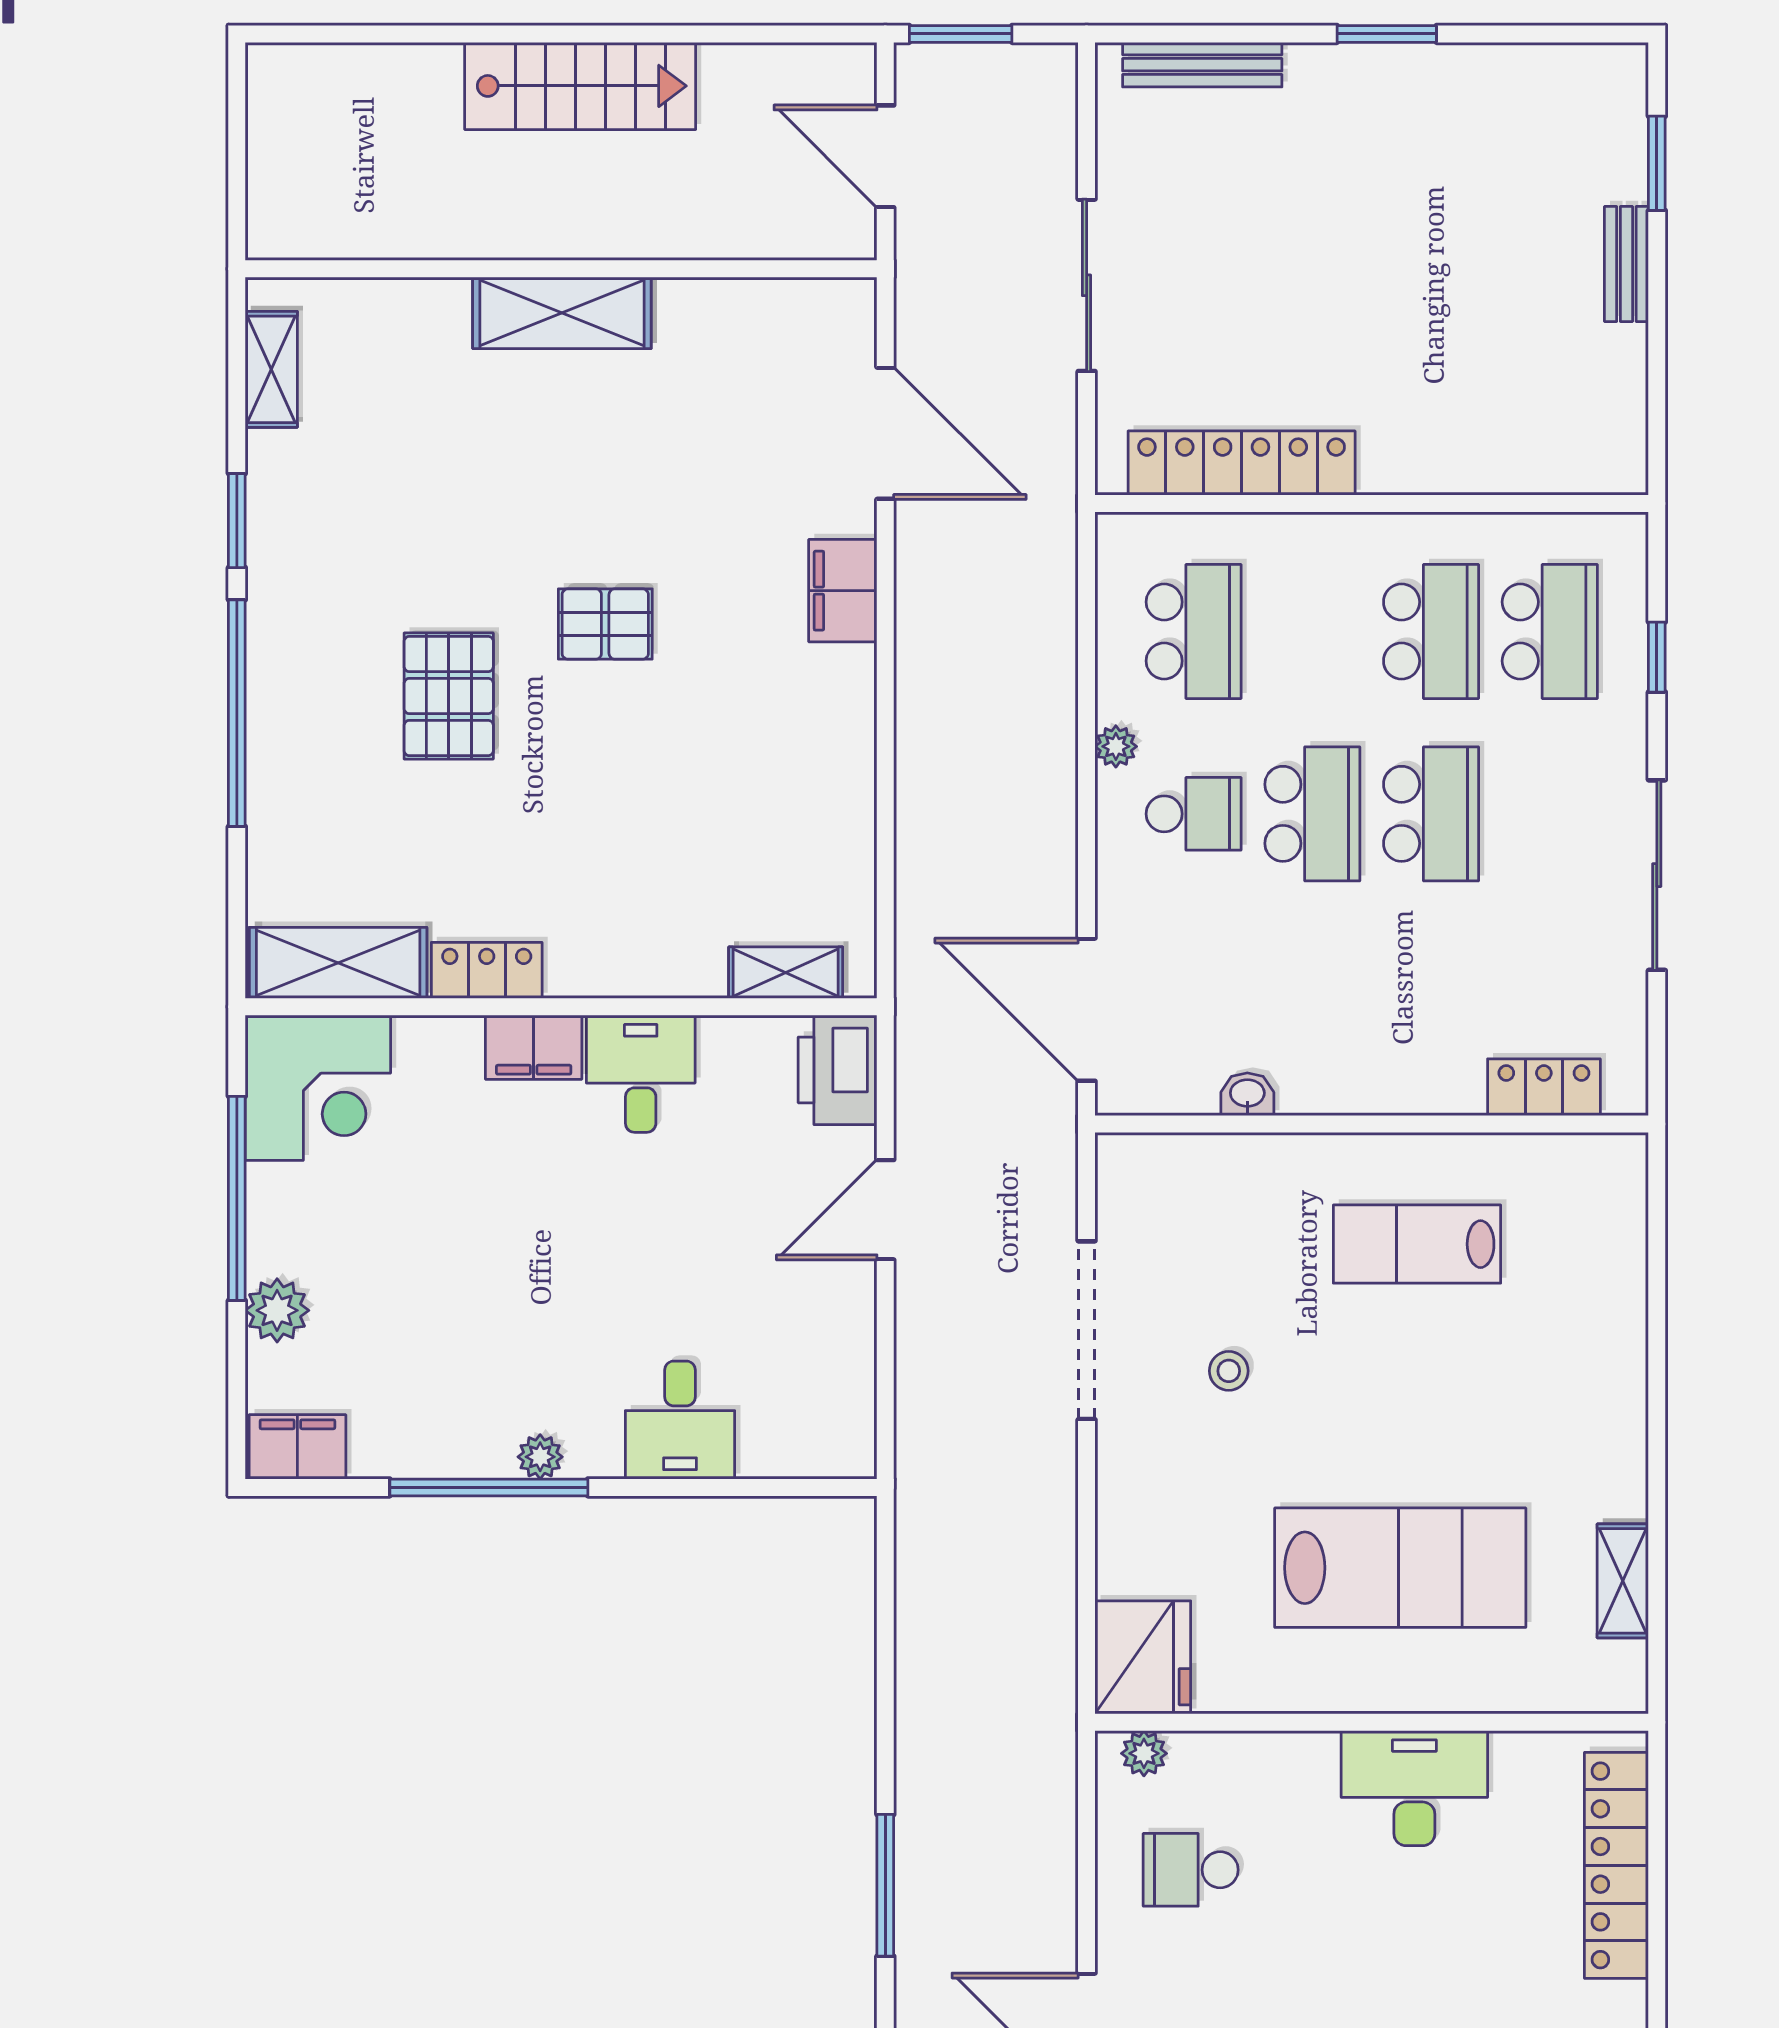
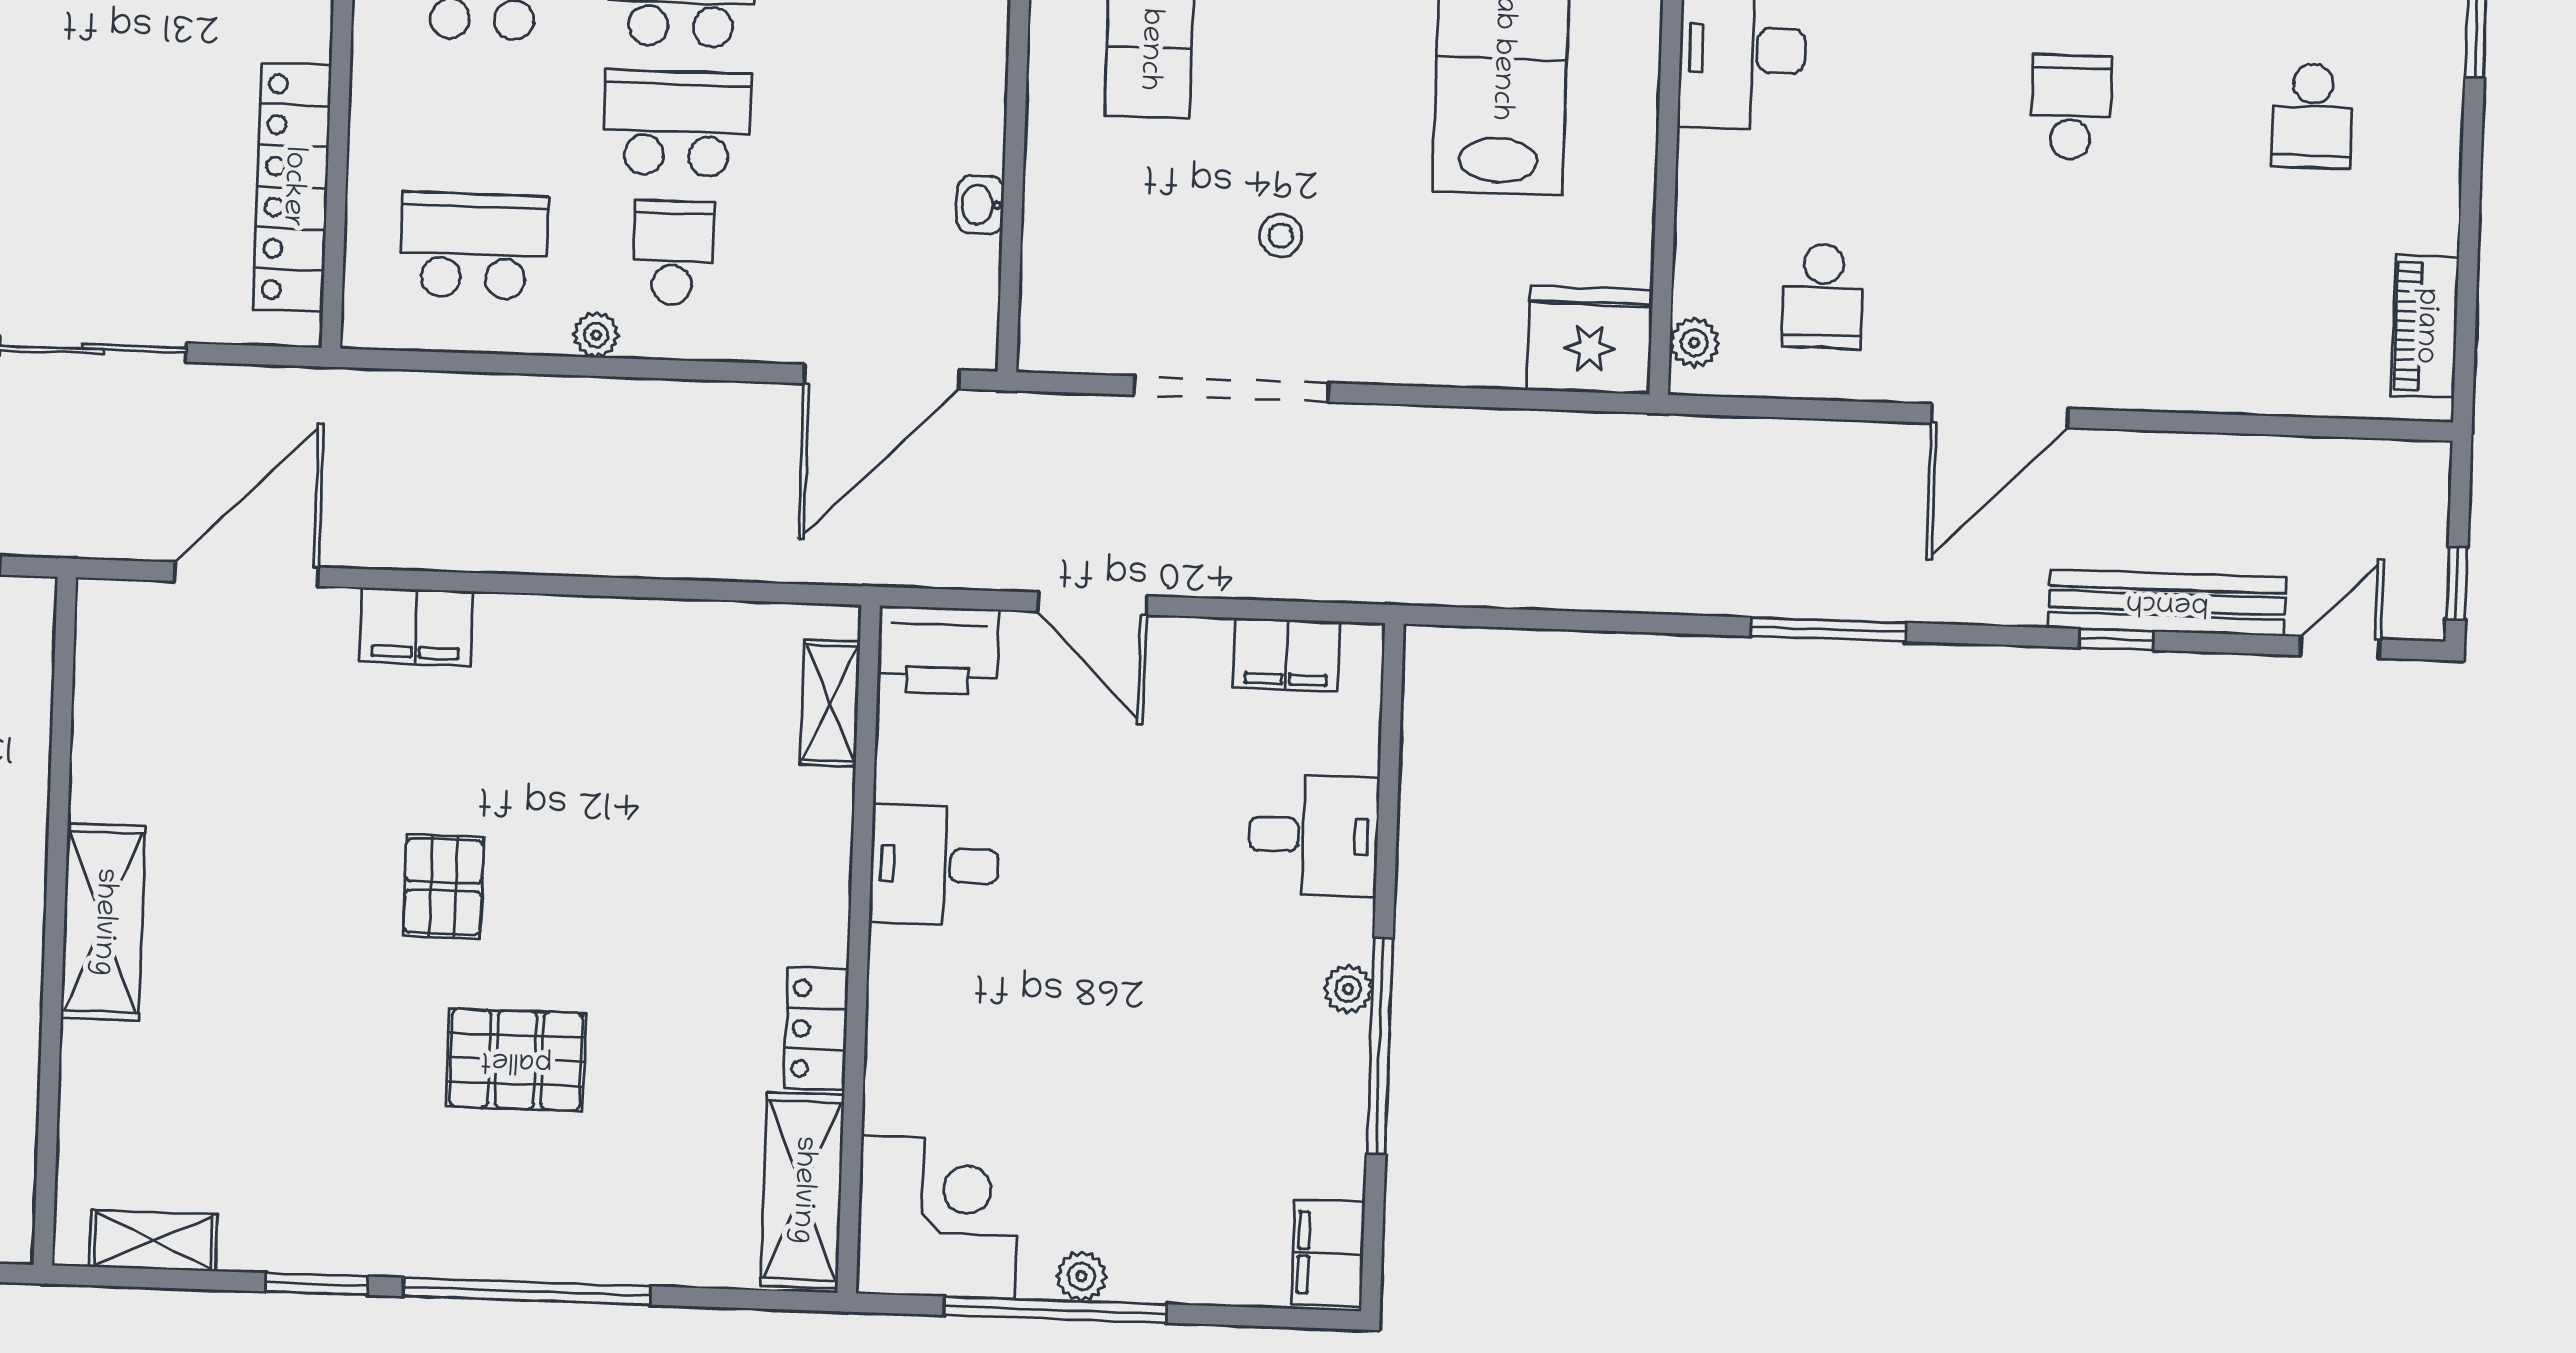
filing cabinet: (534, 1047) -> (1287, 655), moved, turned 90
plant: (277, 1310) -> (1081, 1276), moved, width x0.73, depth x0.73

